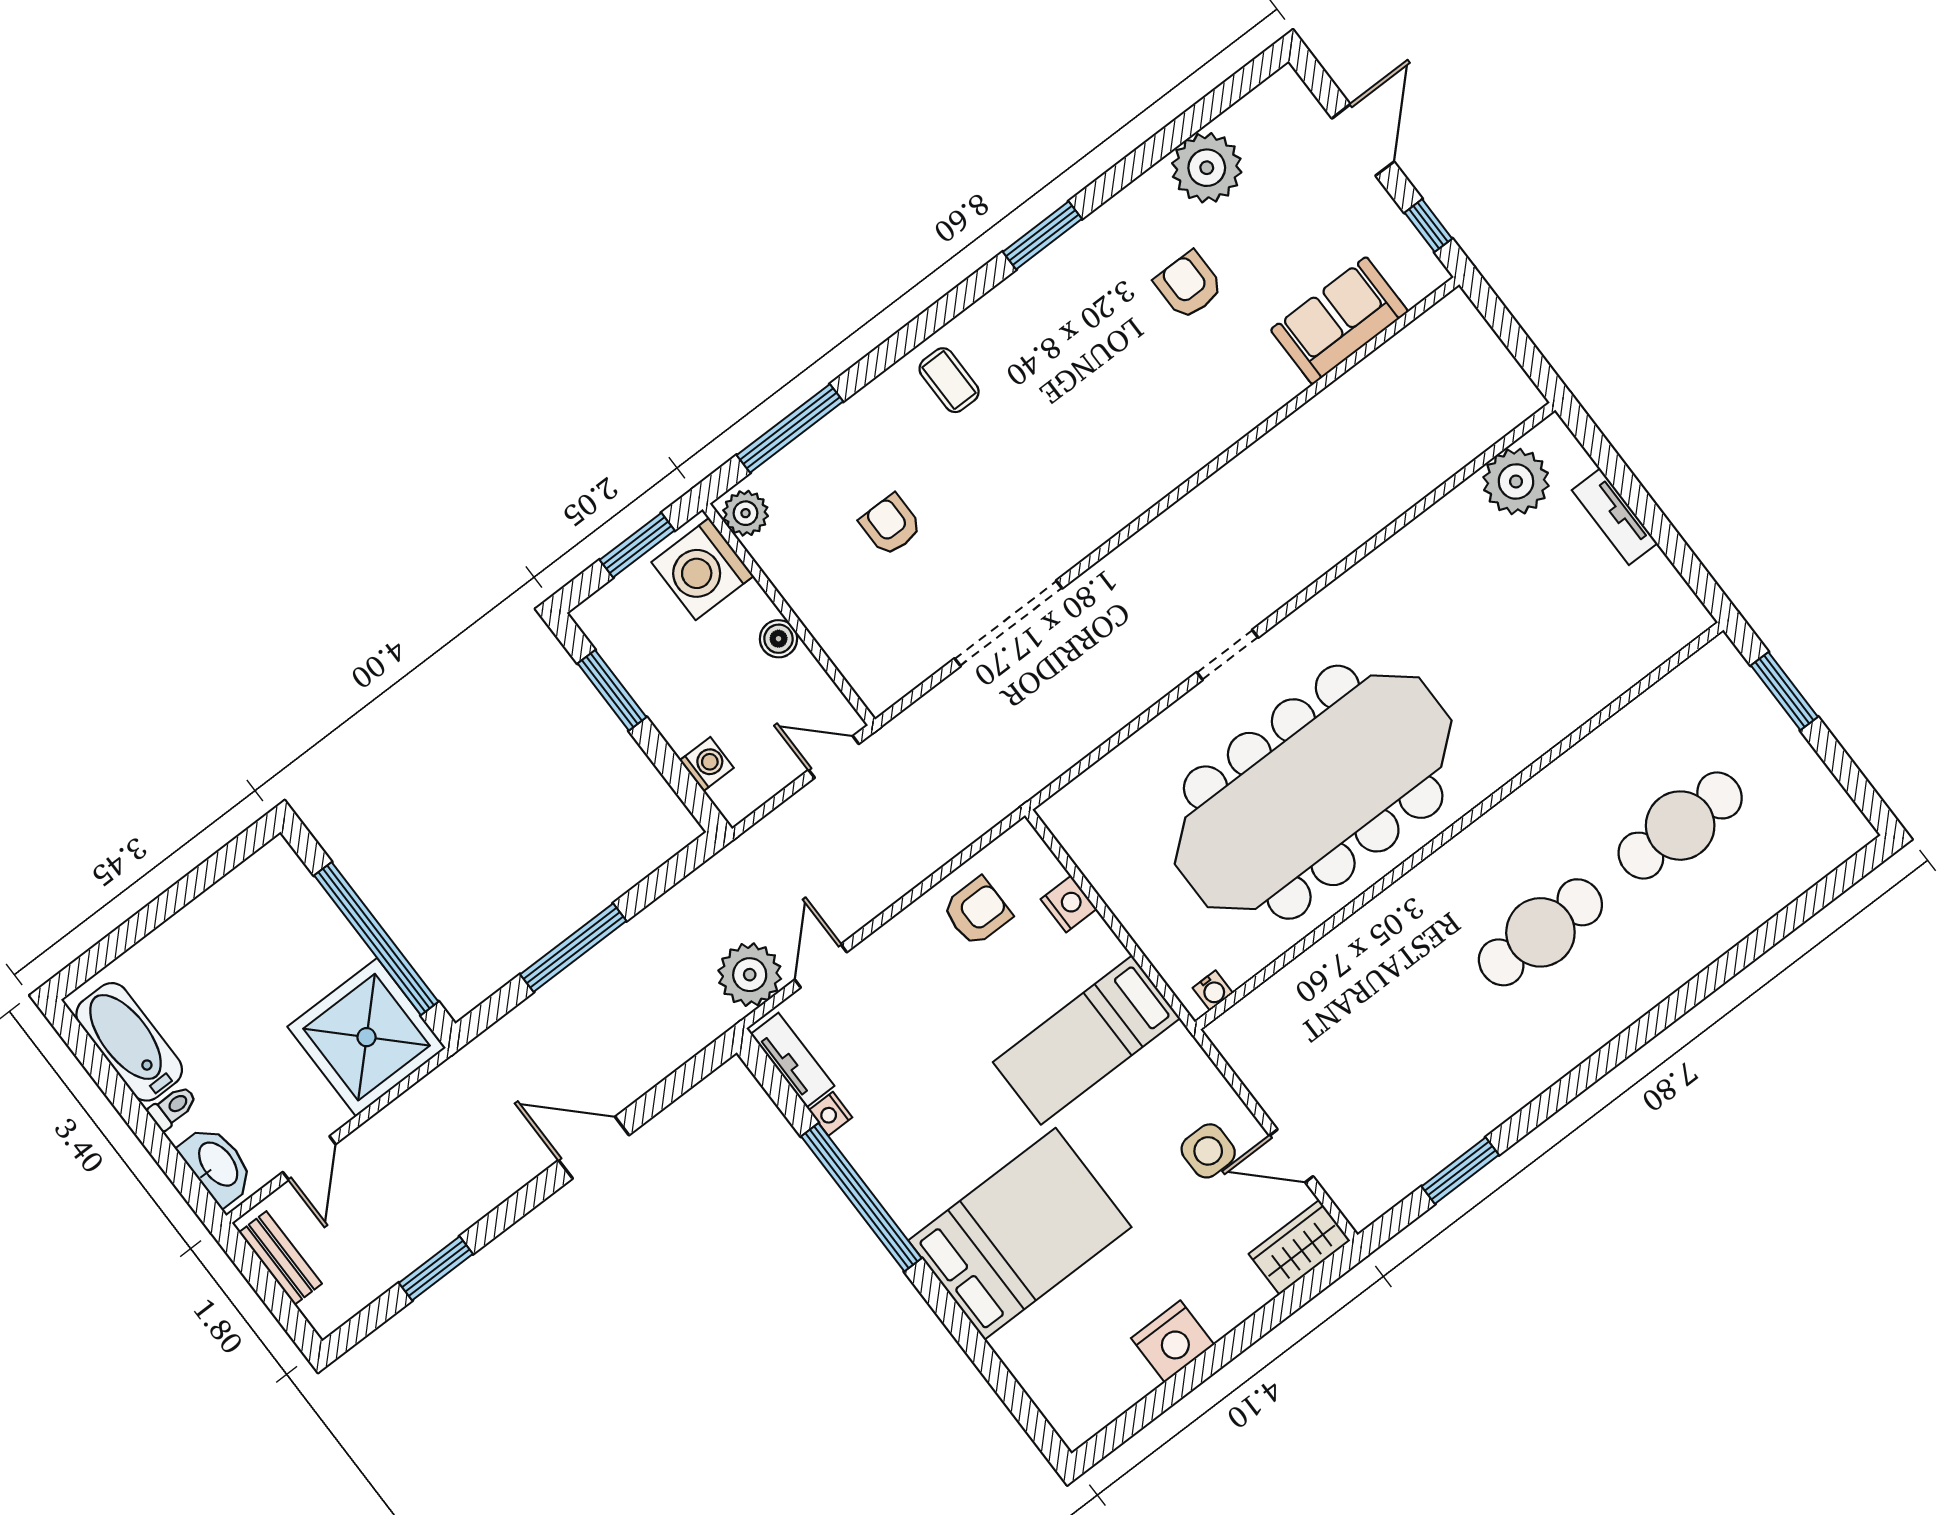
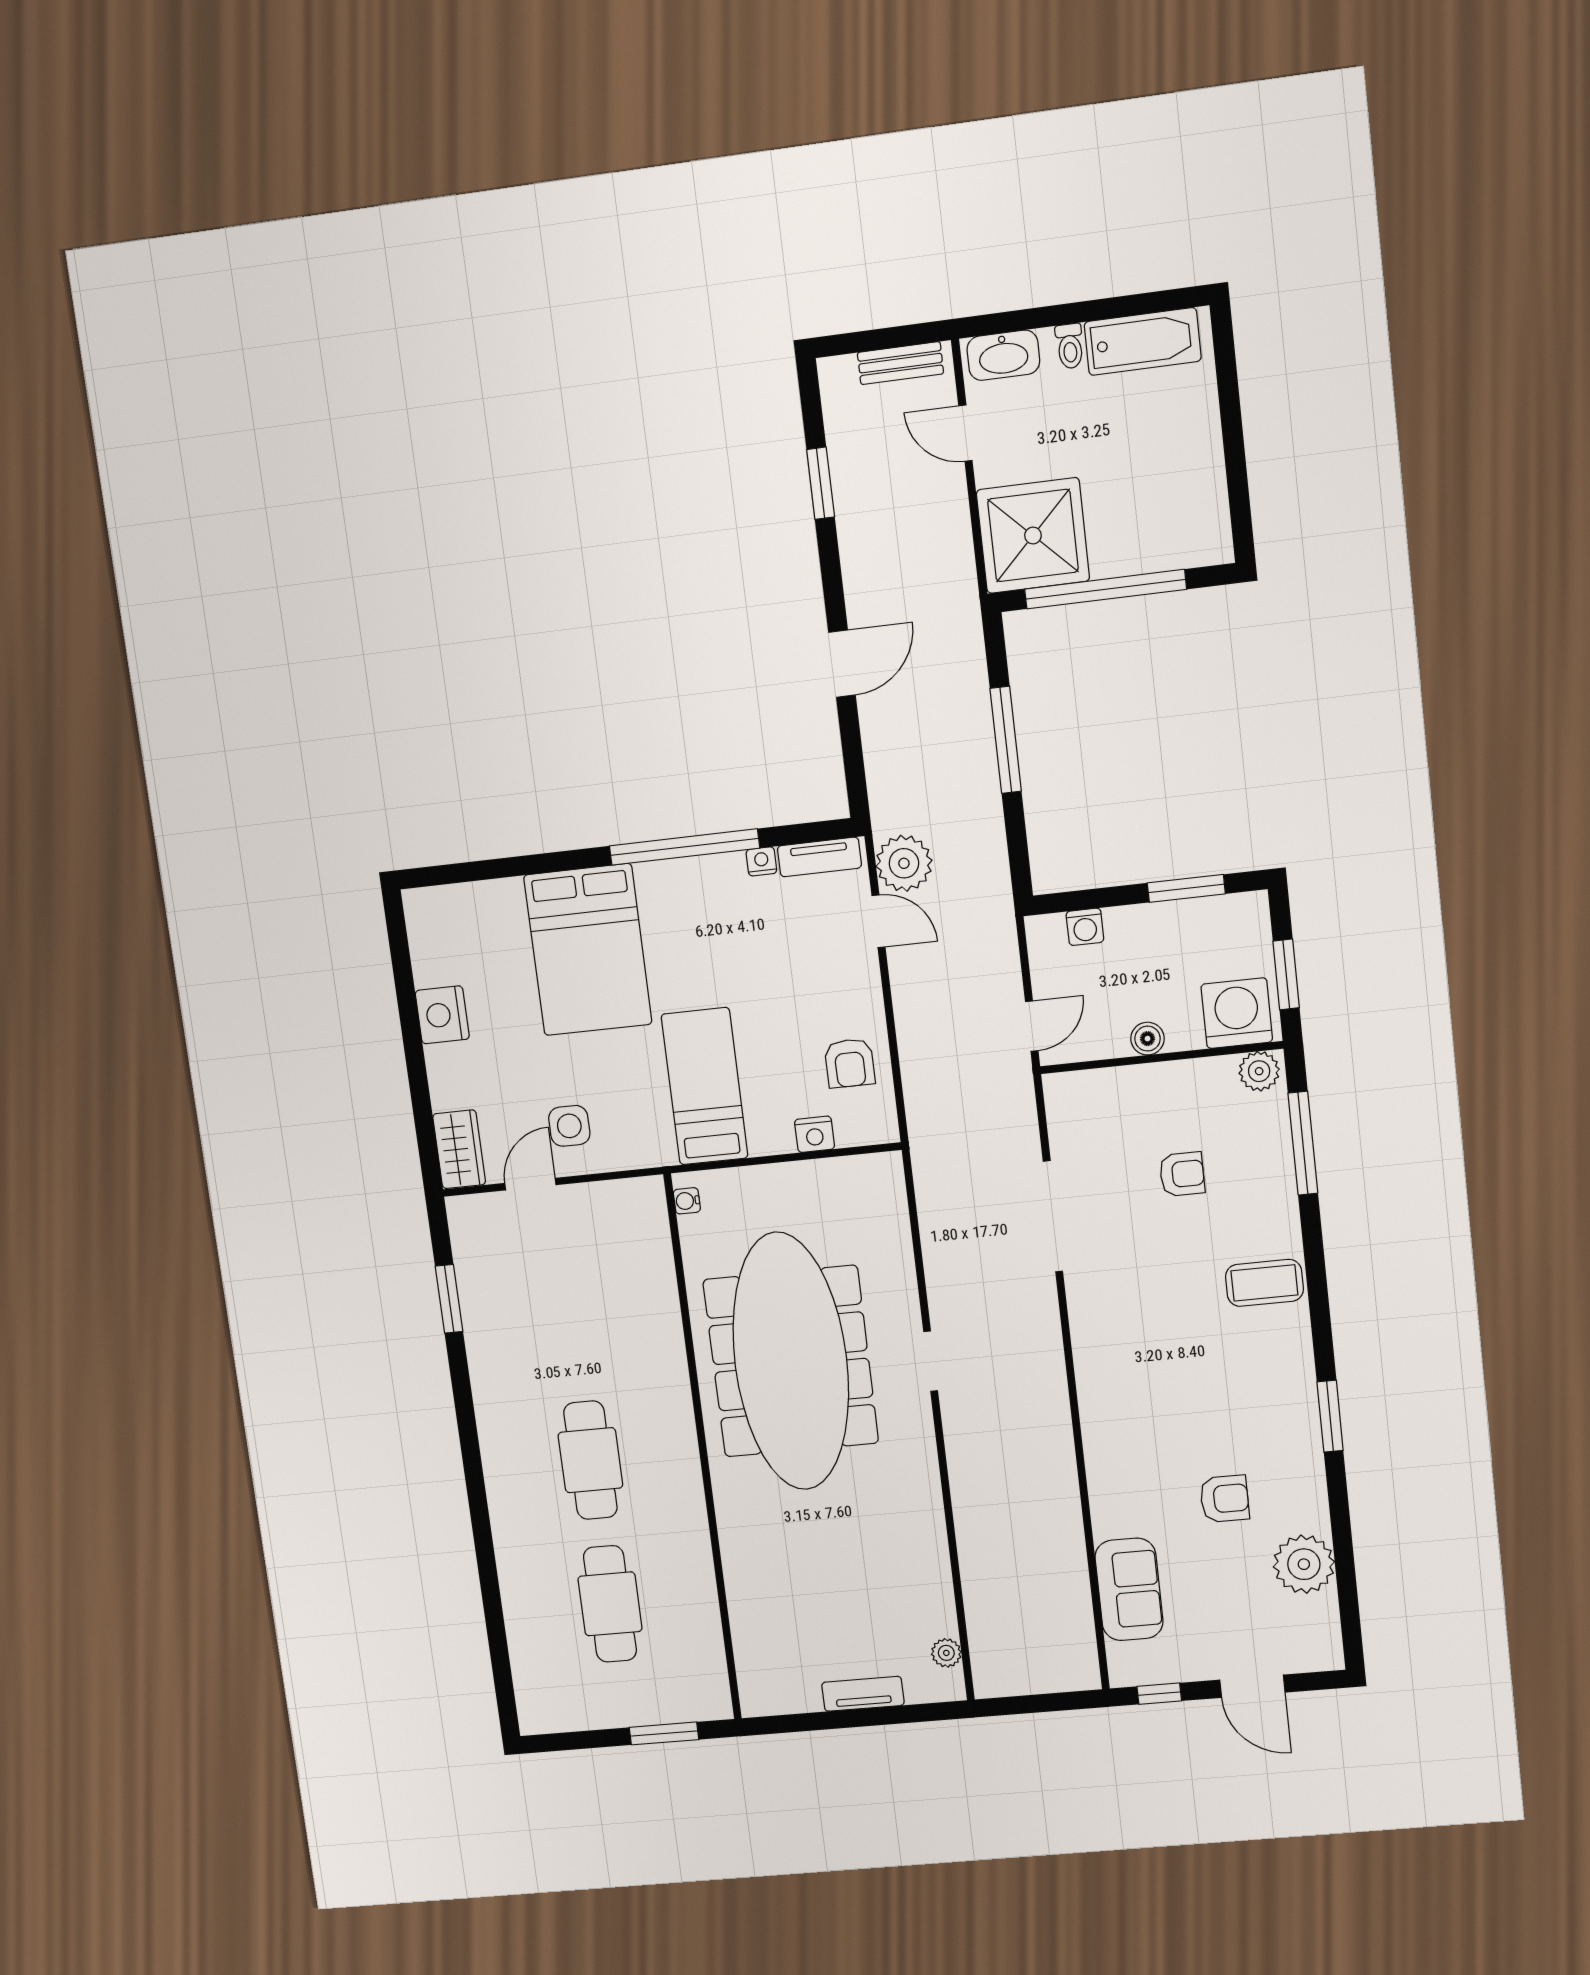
coffee table: (949, 380) -> (1264, 1283), width x1.36, depth x1.30
plant: (1516, 481) -> (946, 1653), width x0.53, depth x0.53

